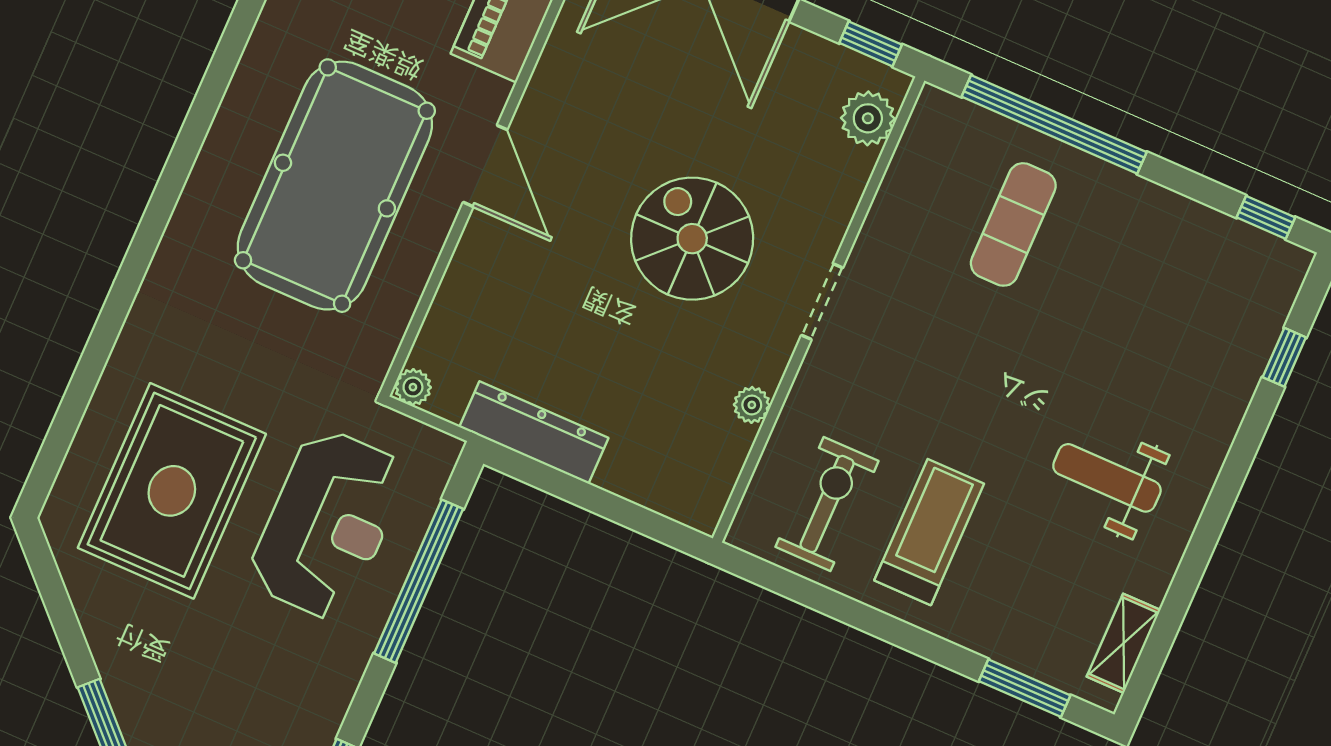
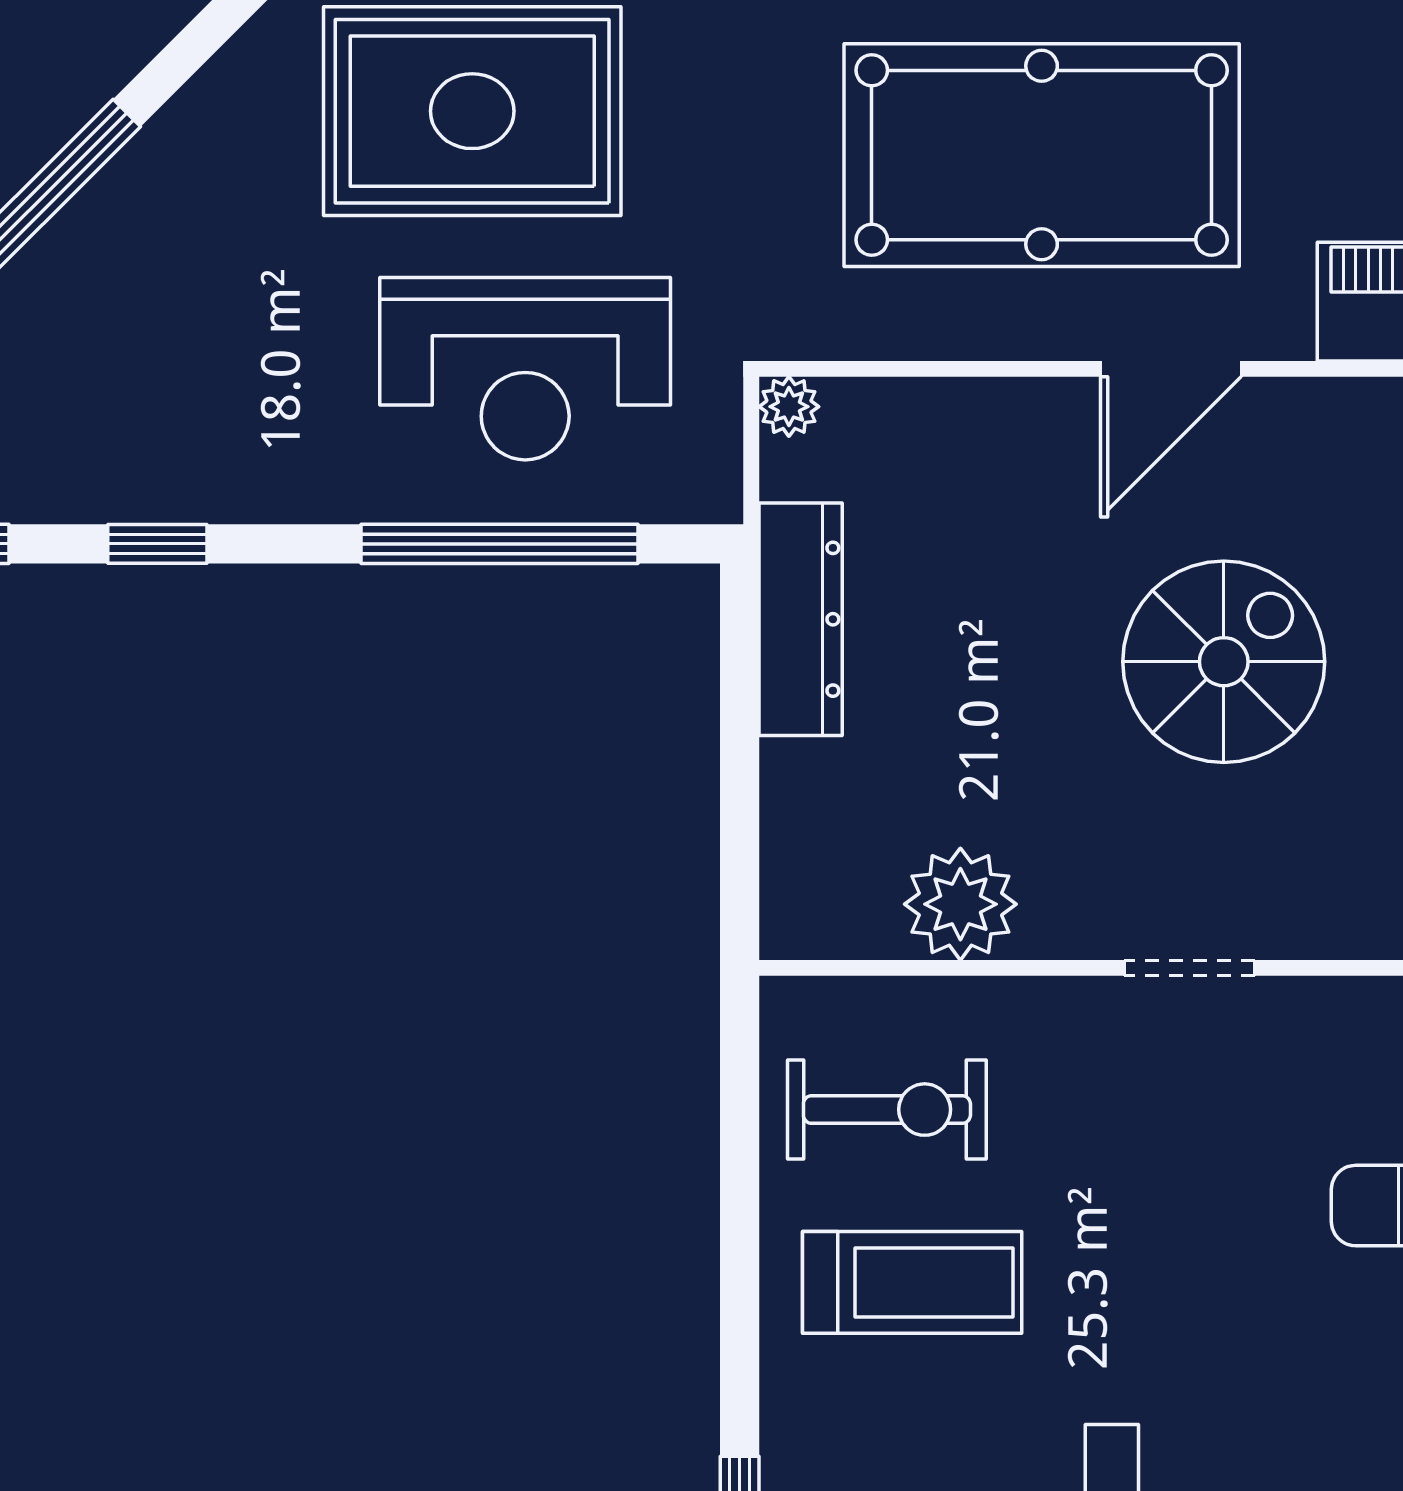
spiral stairs: (692, 239) -> (1224, 662), moved
plant: (752, 405) -> (960, 904), width x1.88, depth x1.88

